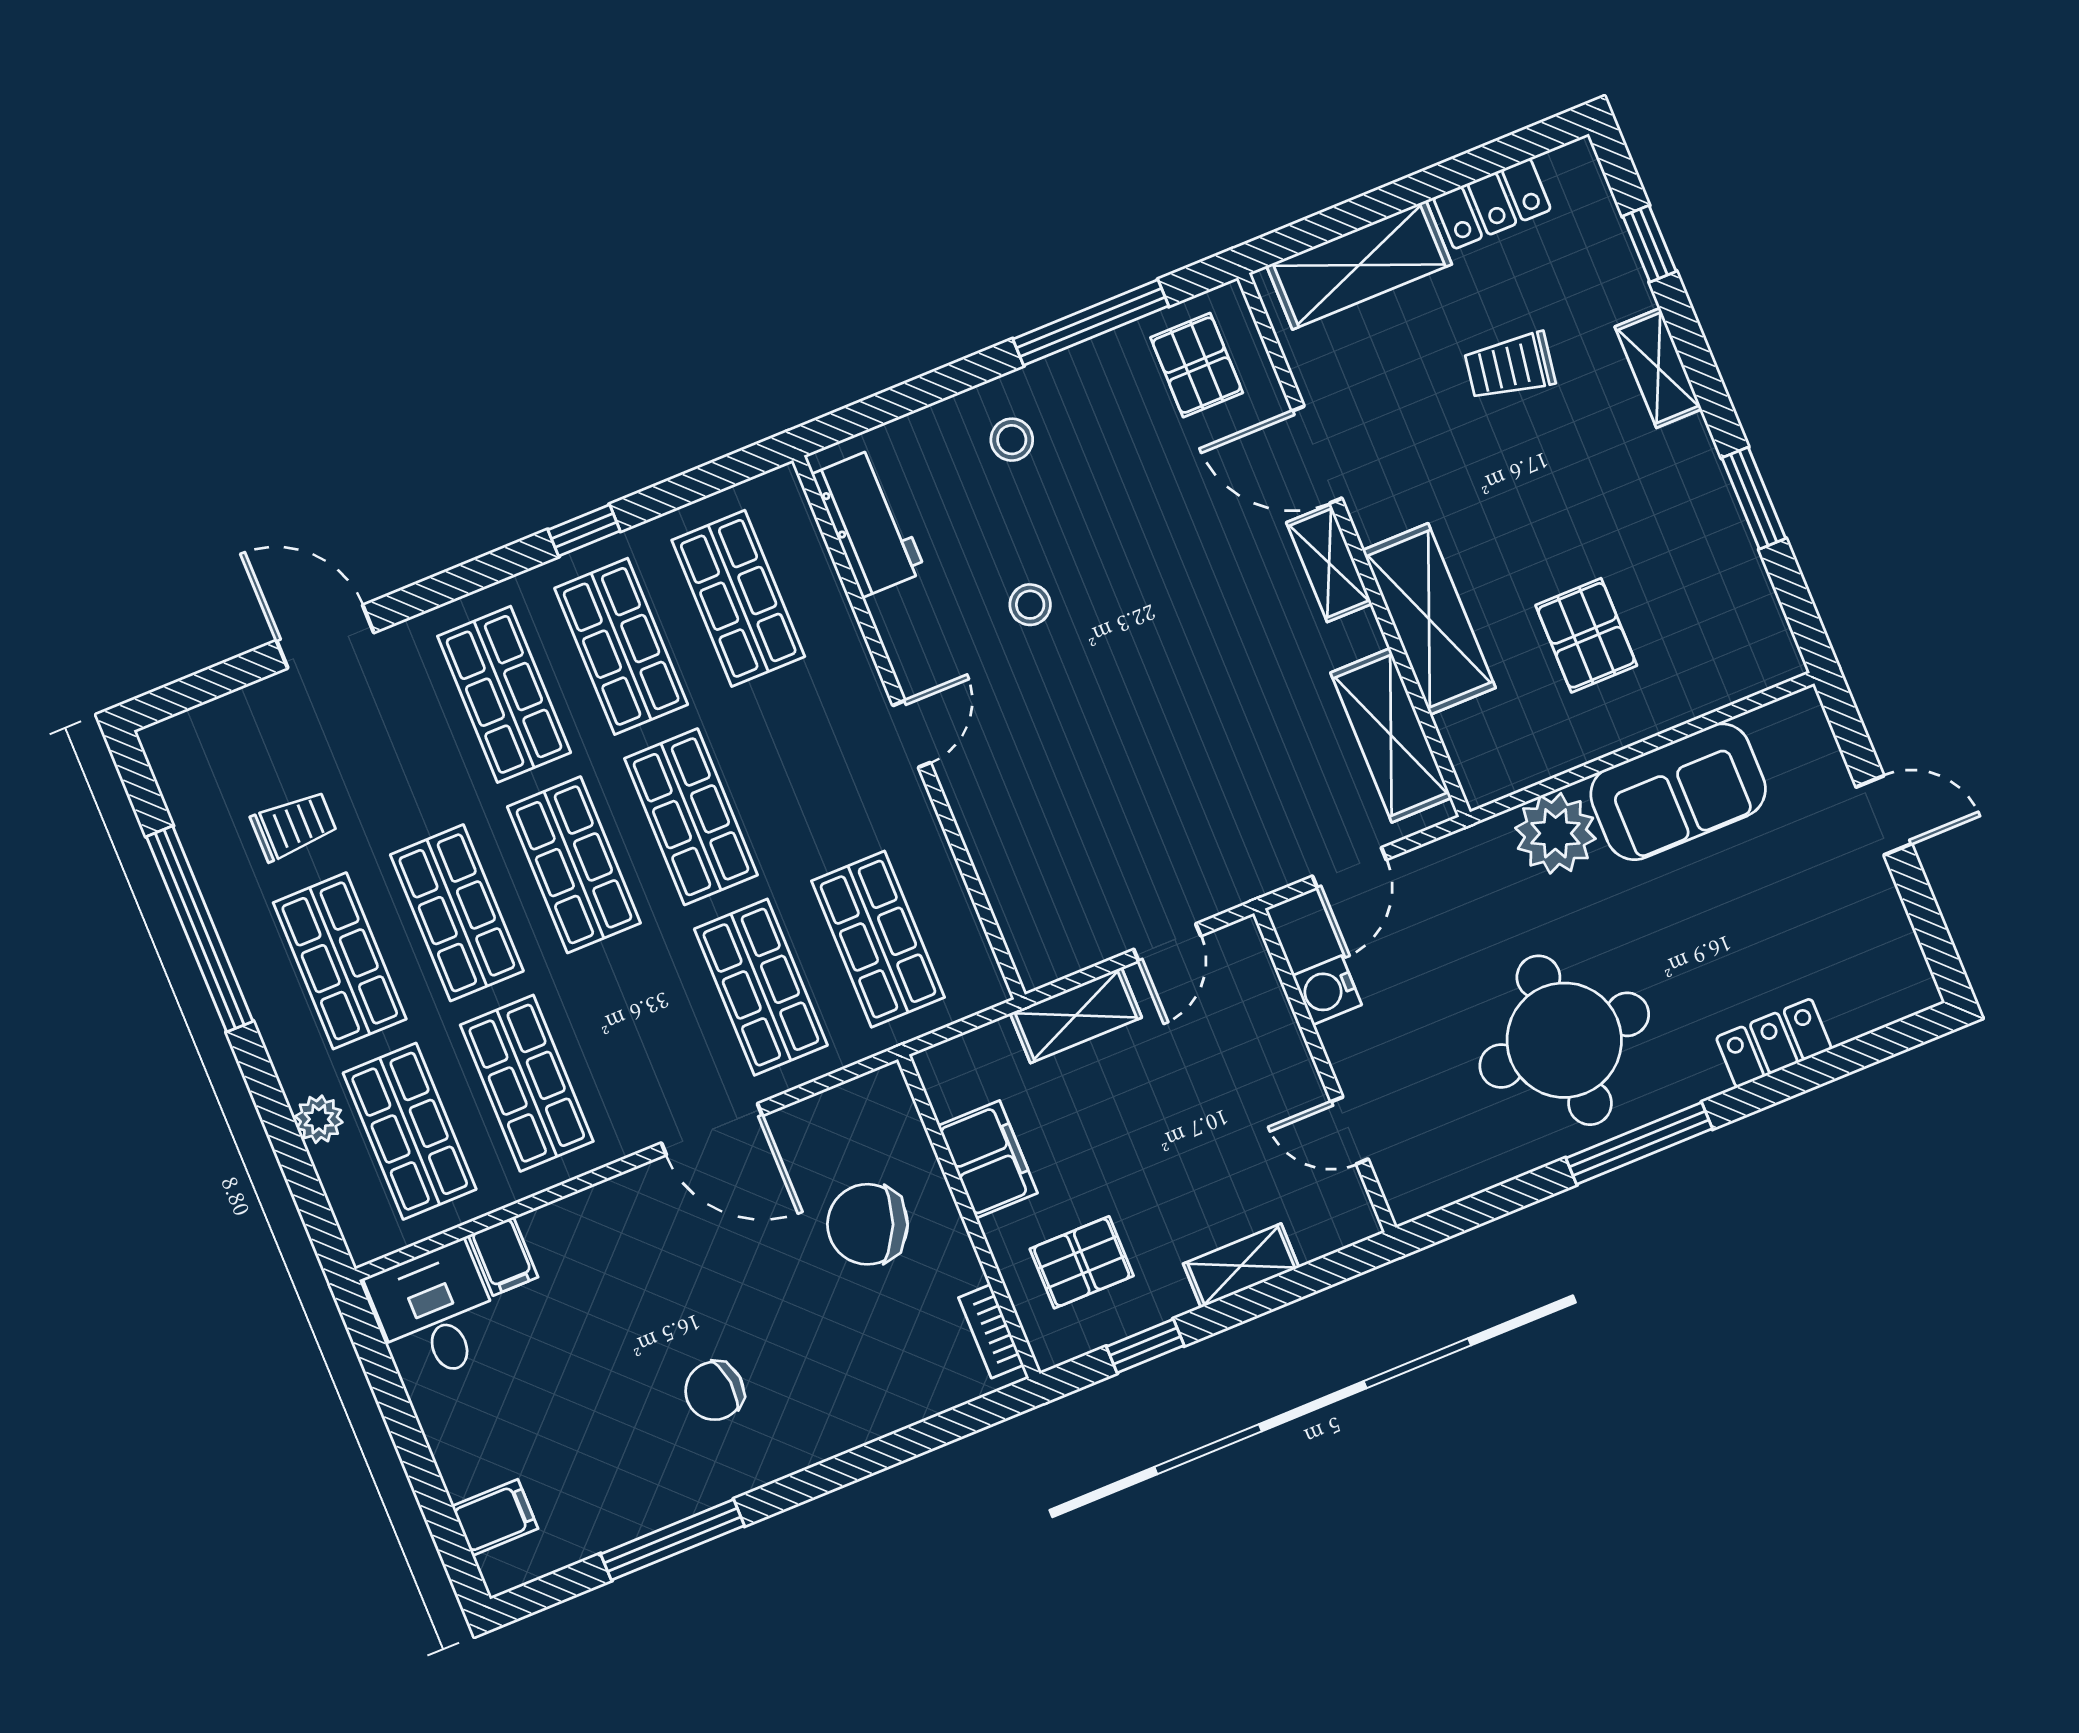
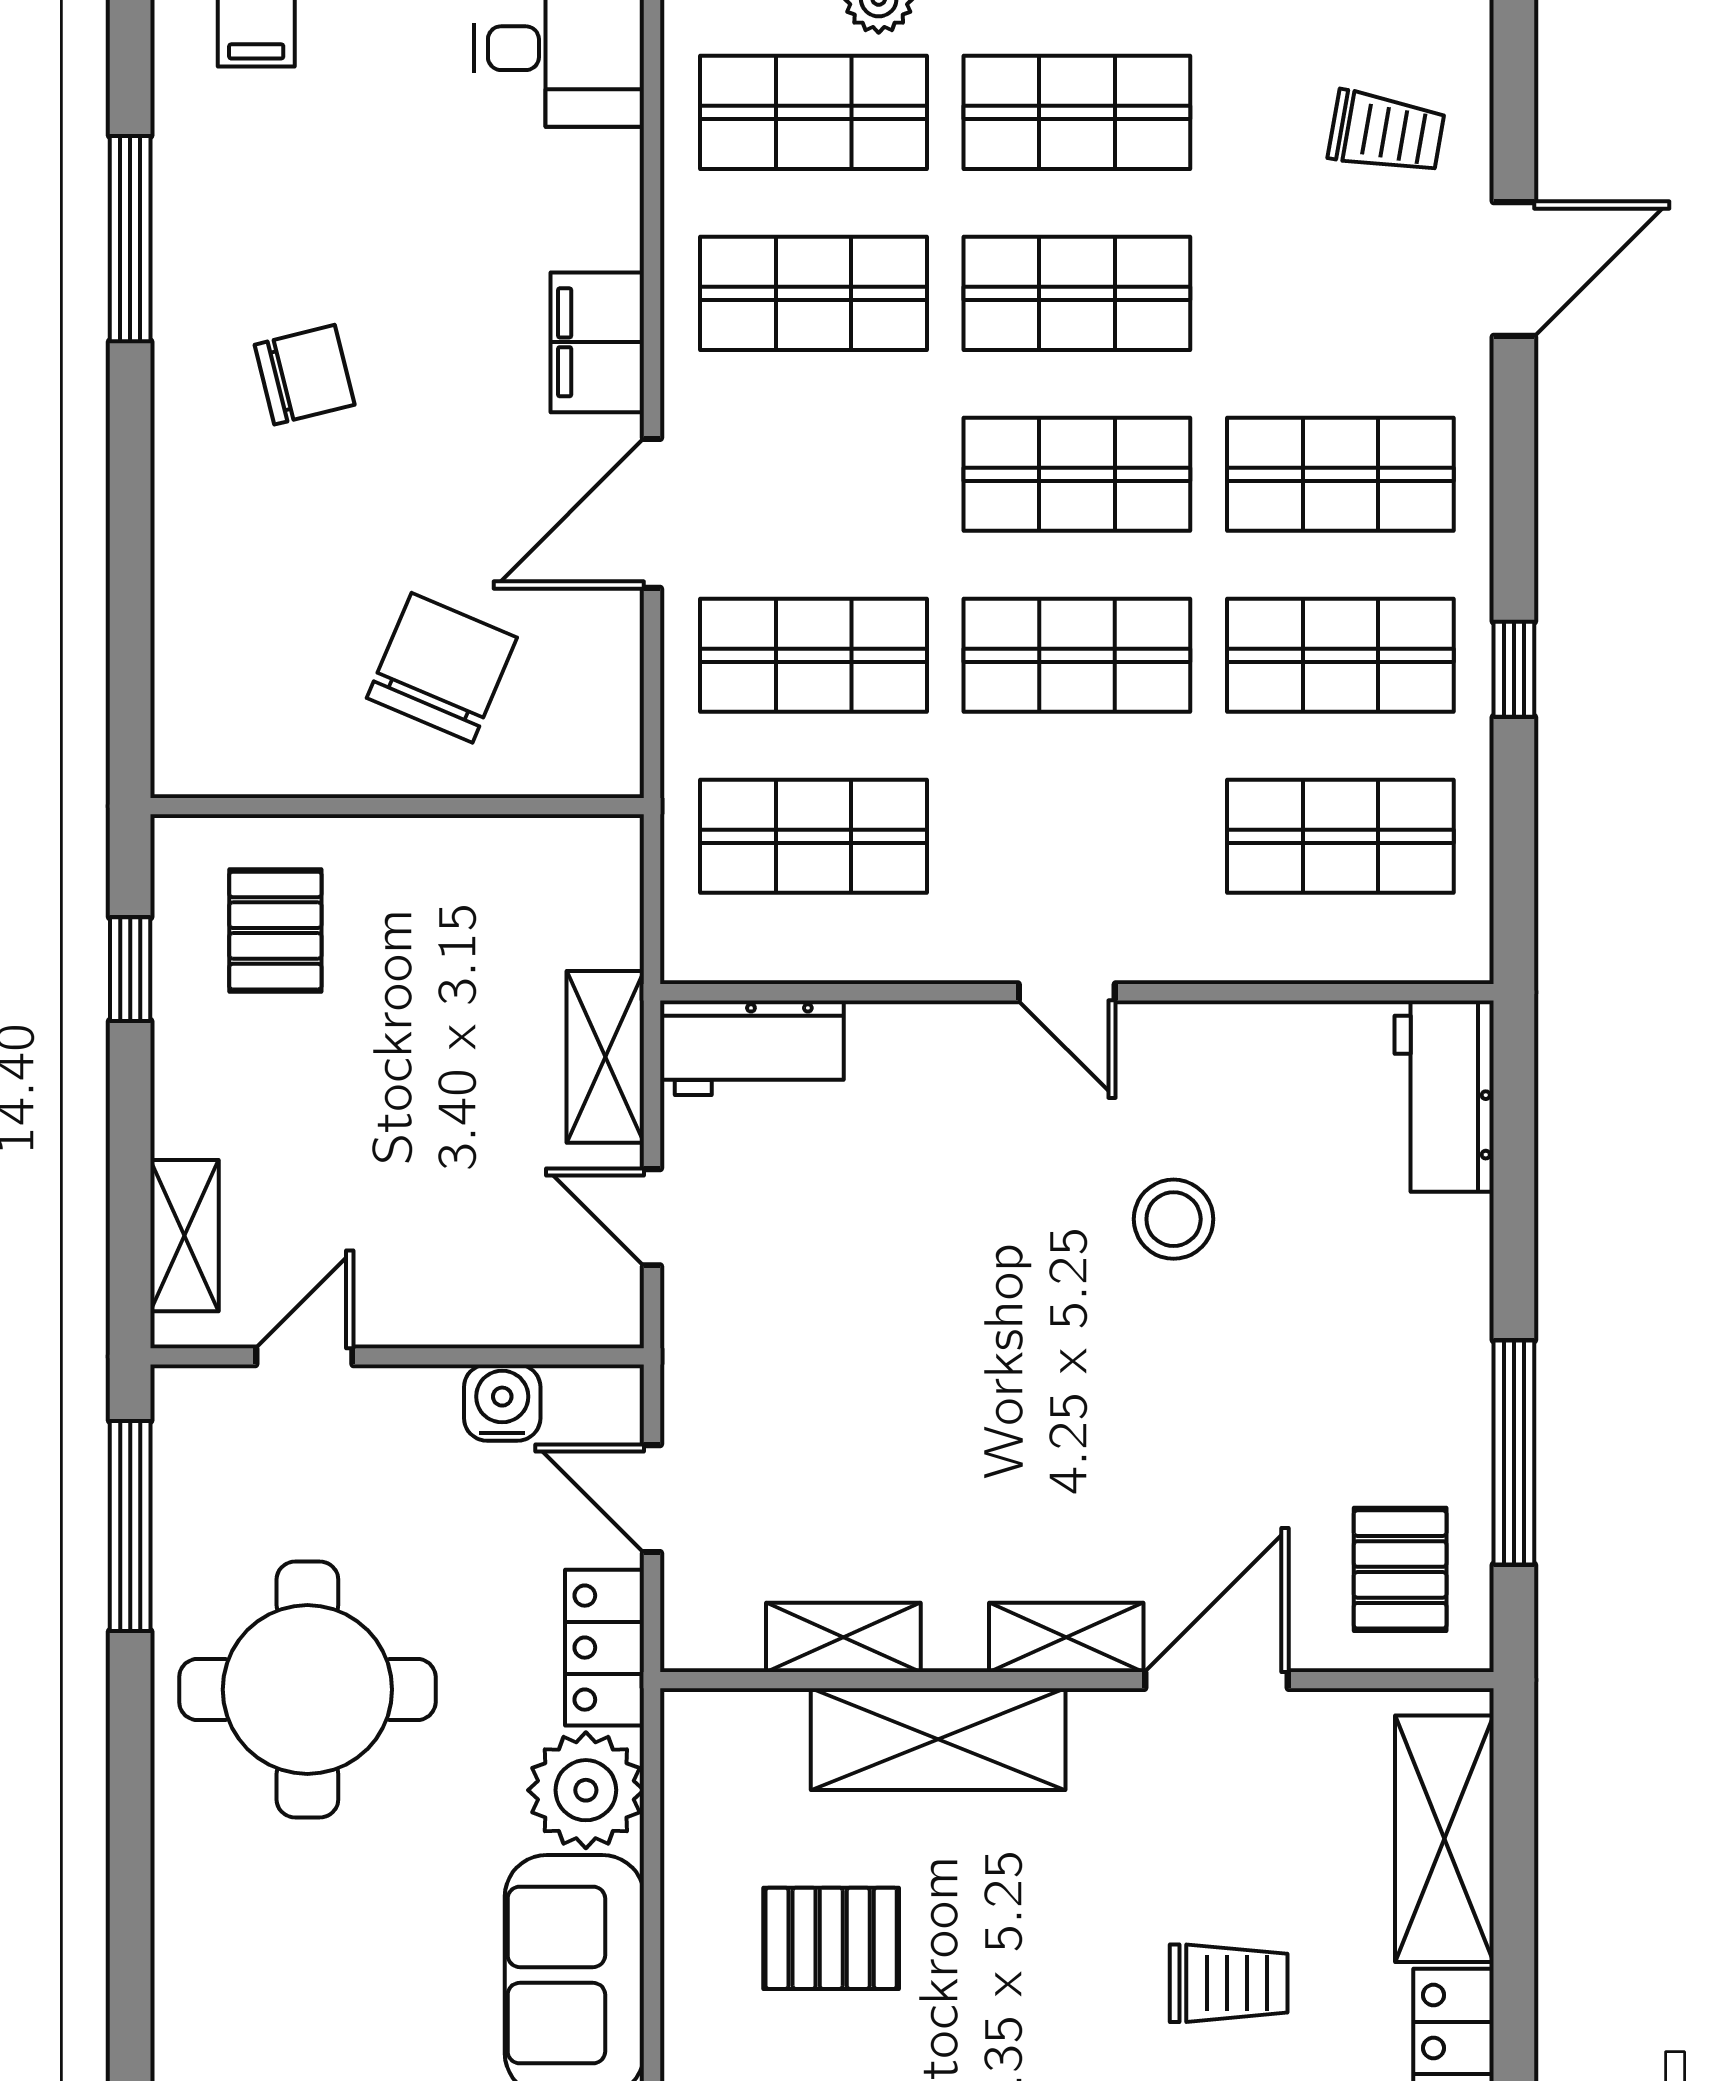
pallet: (1197, 365) -> (1400, 1569), turned 90
trolley: (1510, 366) -> (1229, 1983), turned 81
stool: (1012, 440) -> (1402, 1284), removed
workbench: (869, 523) -> (1444, 1096), moved, turned 90
stool: (1030, 605) -> (1174, 1219), width x1.37, depth x1.37
shelving: (1391, 735) -> (843, 1637), width x0.67, depth x0.75
trolley: (294, 826) -> (1386, 133), moved, turned -80
workbench: (1031, 923) -> (752, 1048), added
locker: (1774, 1043) -> (605, 1648), moved, turned 180
window: (1639, 1143) -> (130, 1526), moved
filing cabinet: (988, 1159) -> (462, 862), removed
filing cabinet: (503, 1256) -> (597, 342), moved, width x2.00
shelving: (1241, 1266) -> (184, 1236), moved
bookcase: (991, 1331) -> (233, 773), removed
chair: (714, 1391) -> (305, 375), turned 82

